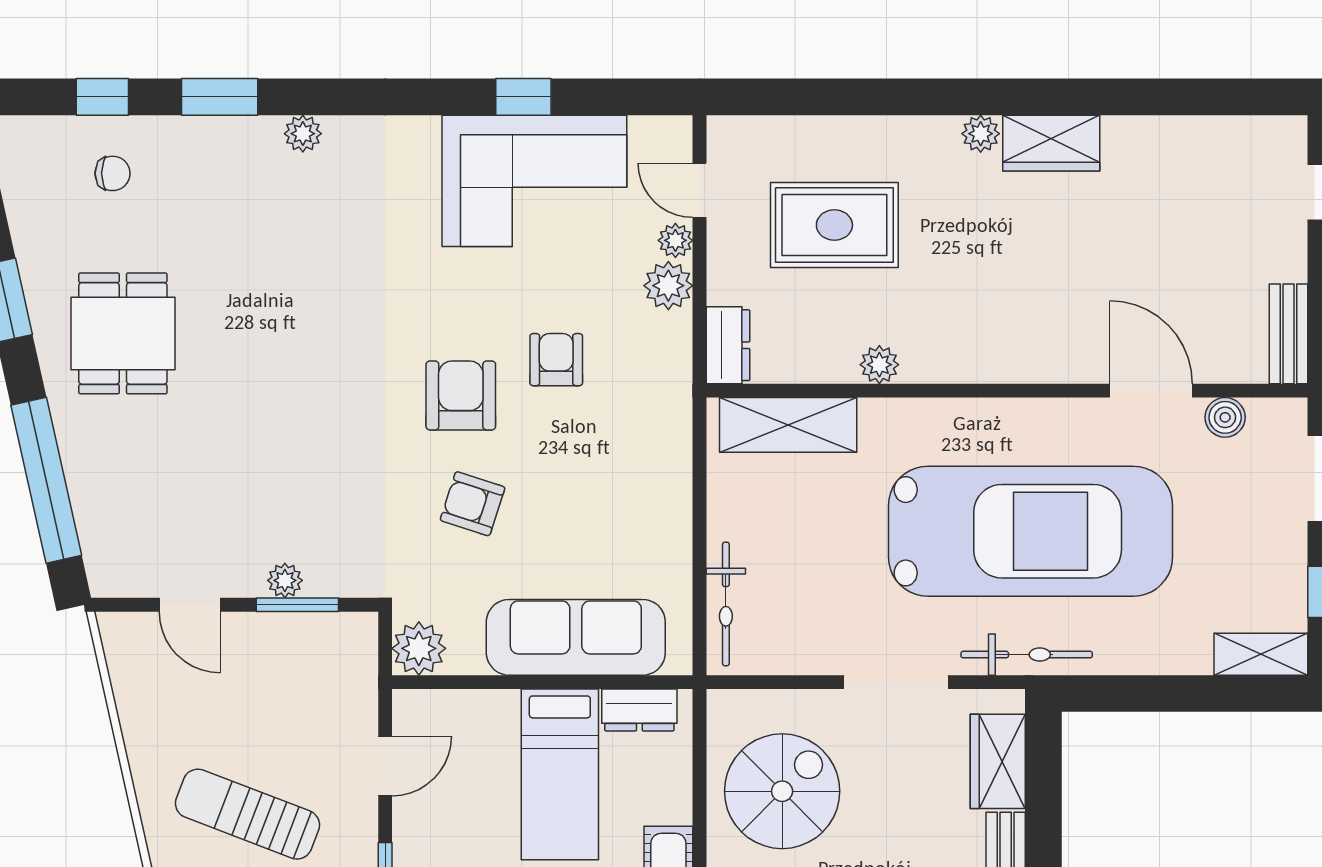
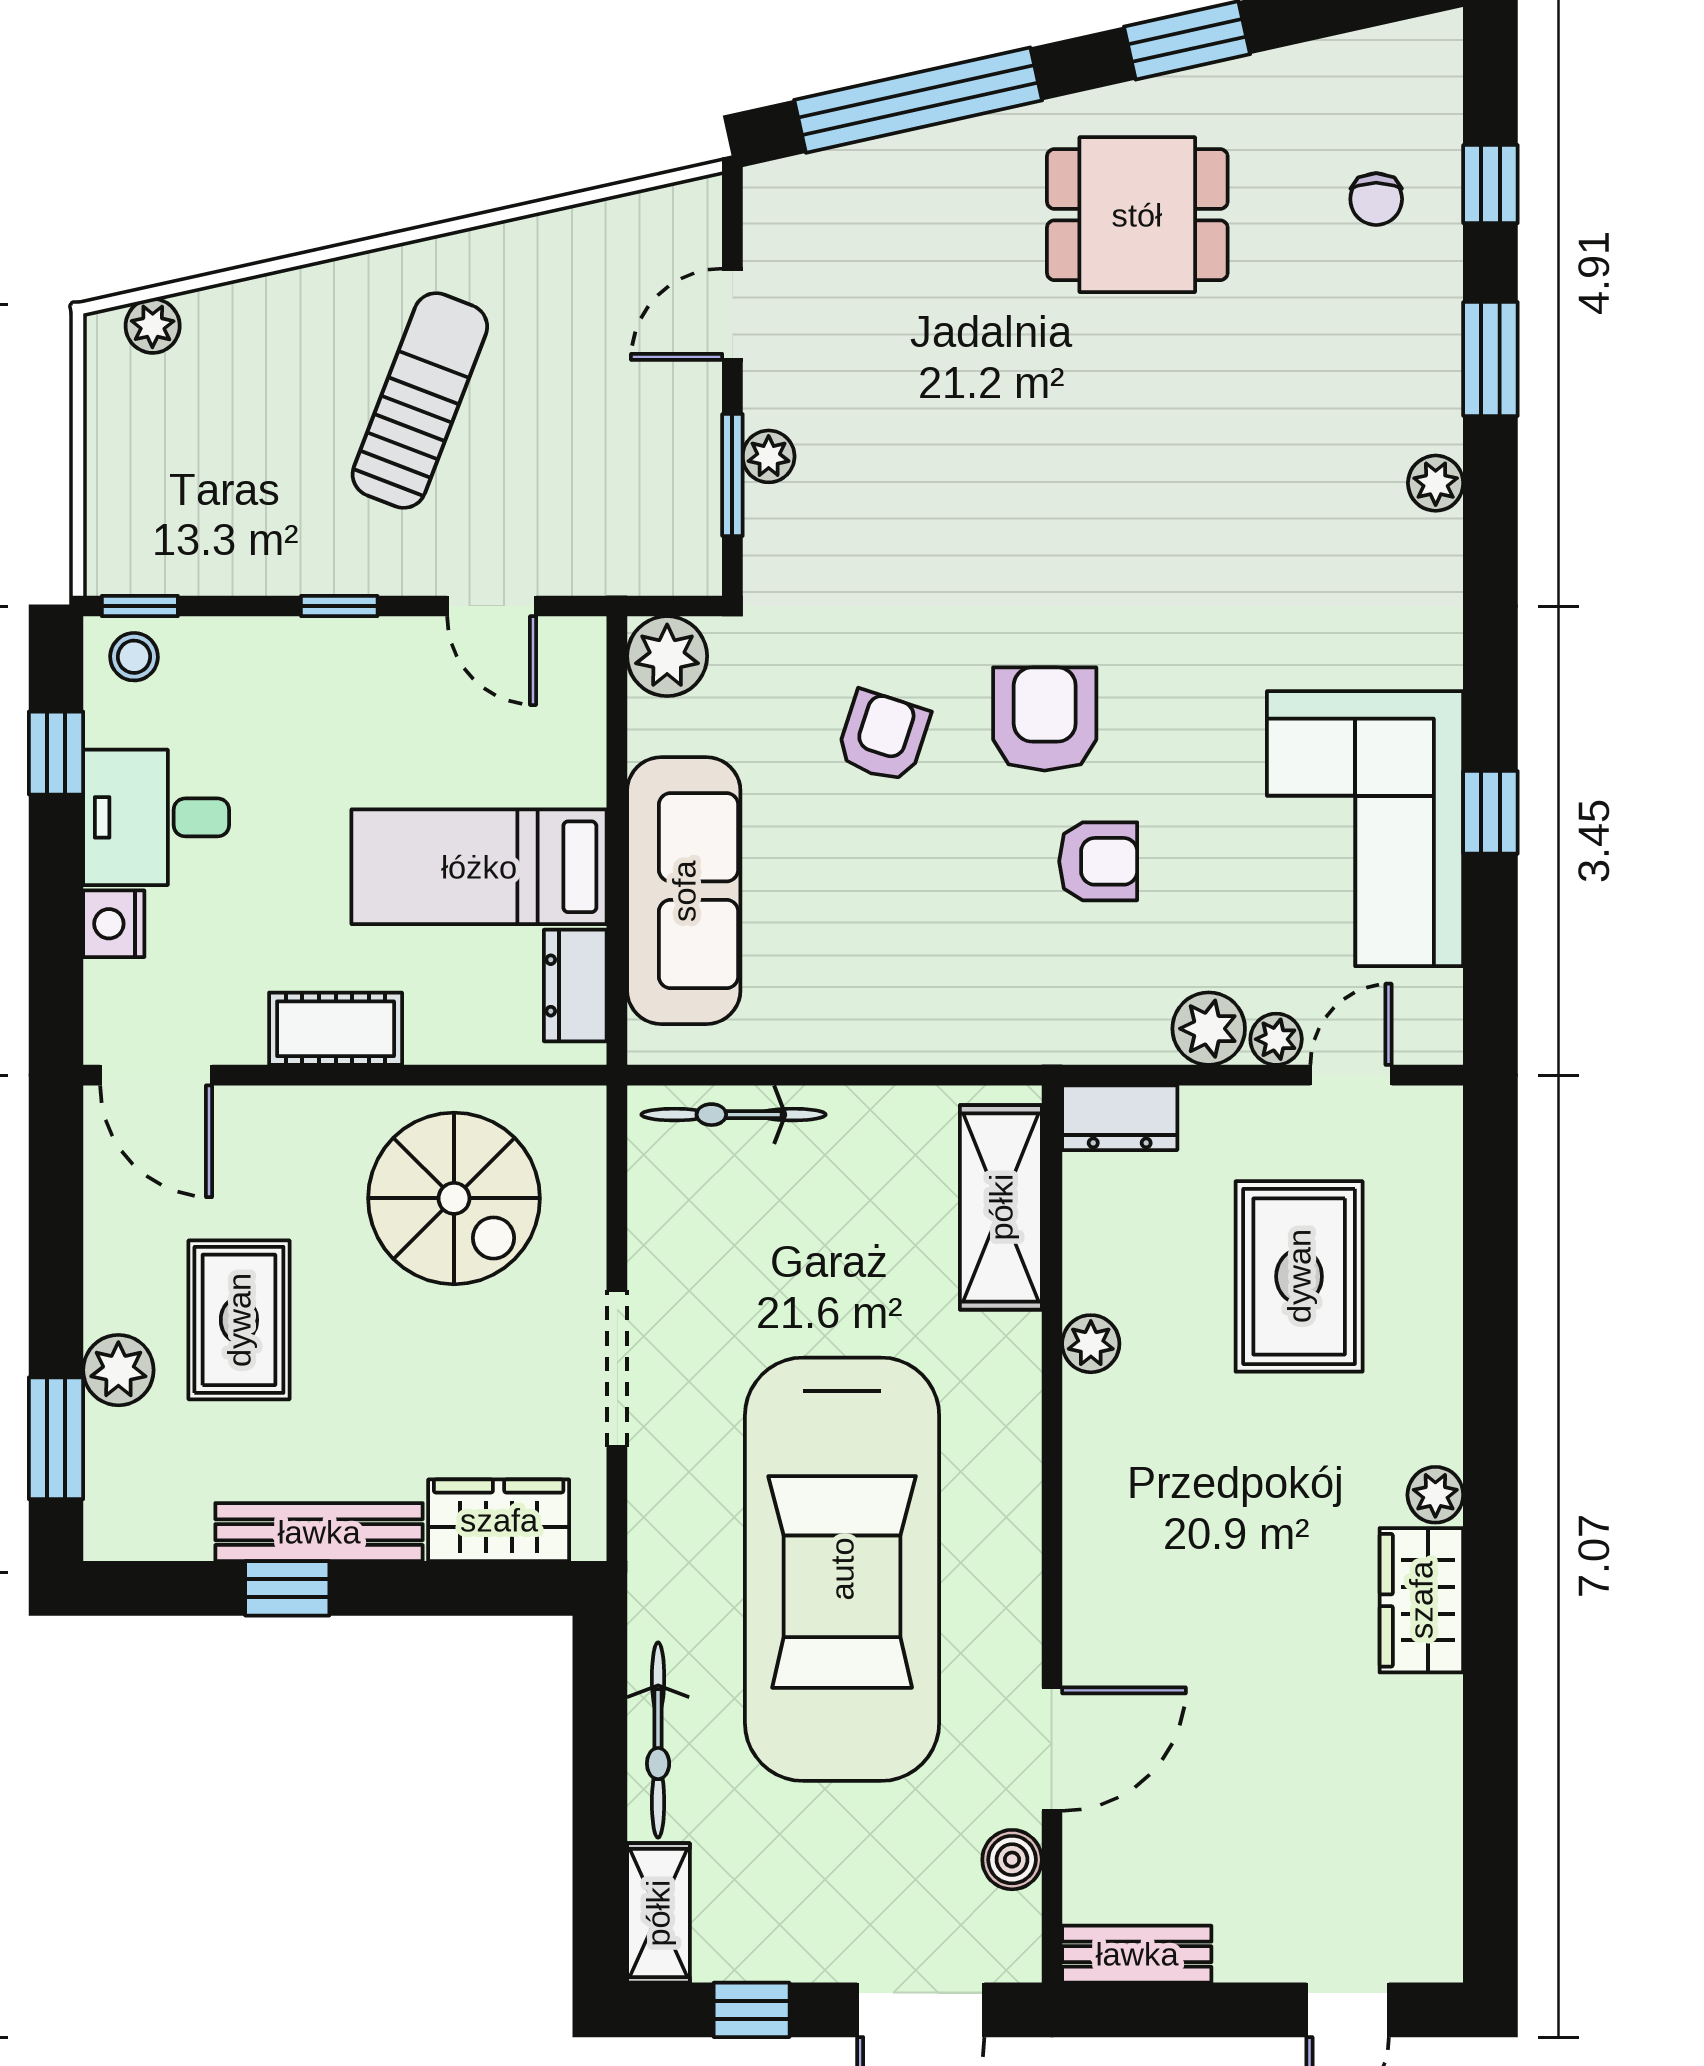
armchair: (461, 395) -> (1045, 719), turned -90
bicycle: (1027, 655) -> (658, 1740), moved

